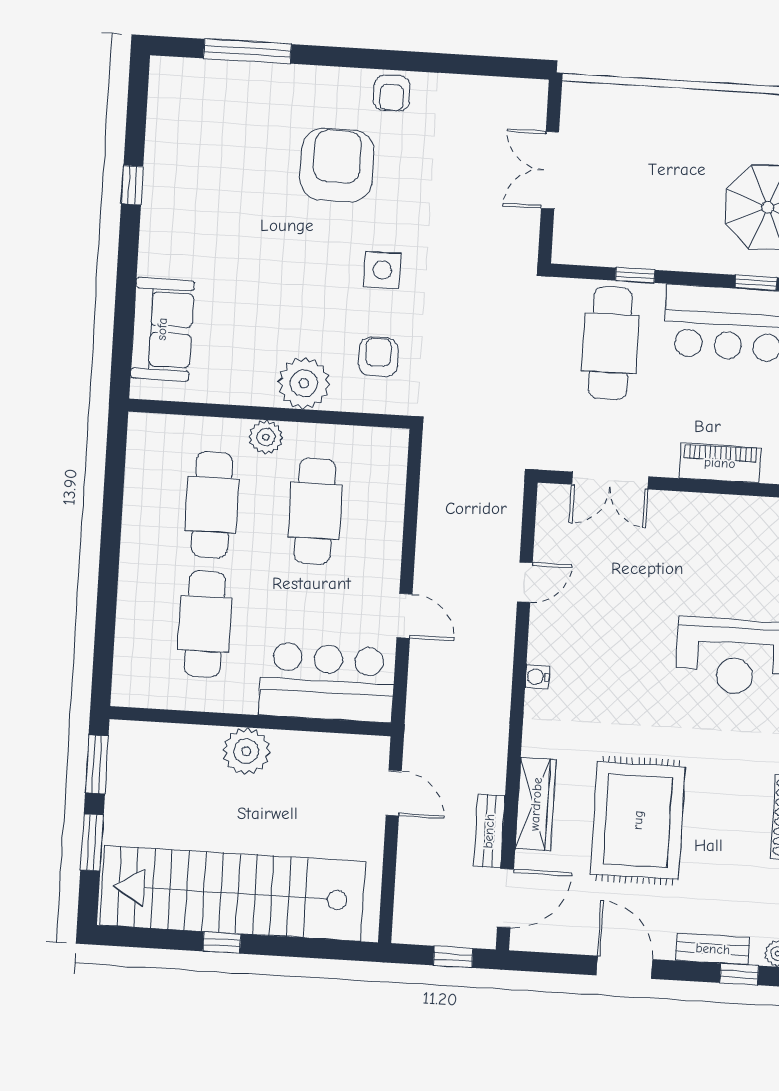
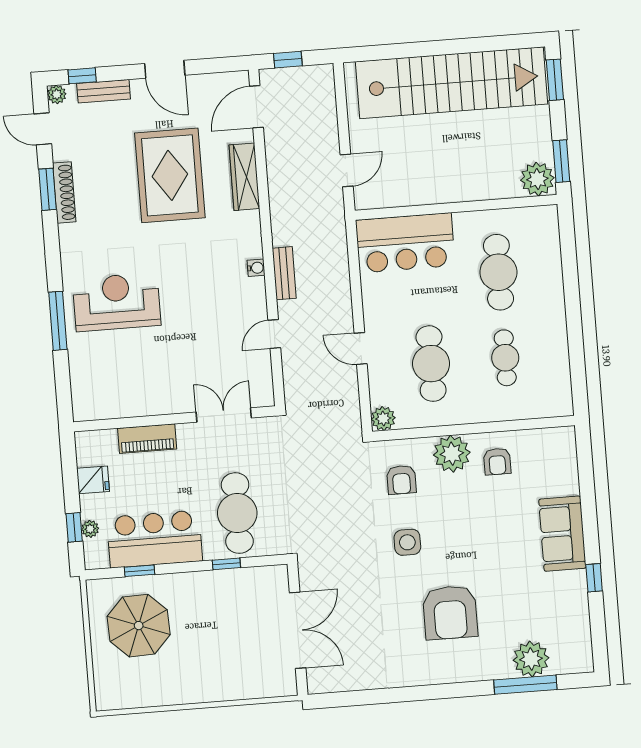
plant: (235, 86) -> (531, 659), added
armchair: (392, 93) -> (497, 461), moved, turned 180
double door: (550, 170) -> (298, 630), width x1.37
sofa: (162, 329) -> (562, 534), moved
plant: (266, 437) -> (383, 419), moved
cafe table: (212, 505) -> (505, 358), width x0.73, depth x0.74
door: (405, 616) -> (361, 348), moved
plant: (246, 751) -> (537, 179), moved
door: (394, 793) -> (347, 170), swing flipped
bench: (489, 831) -> (284, 273), moved
window: (92, 842) -> (555, 80), moved
window: (222, 943) -> (454, 47), removed

